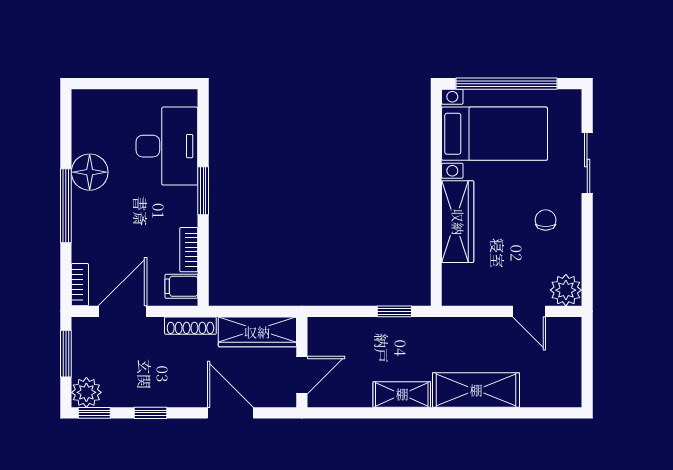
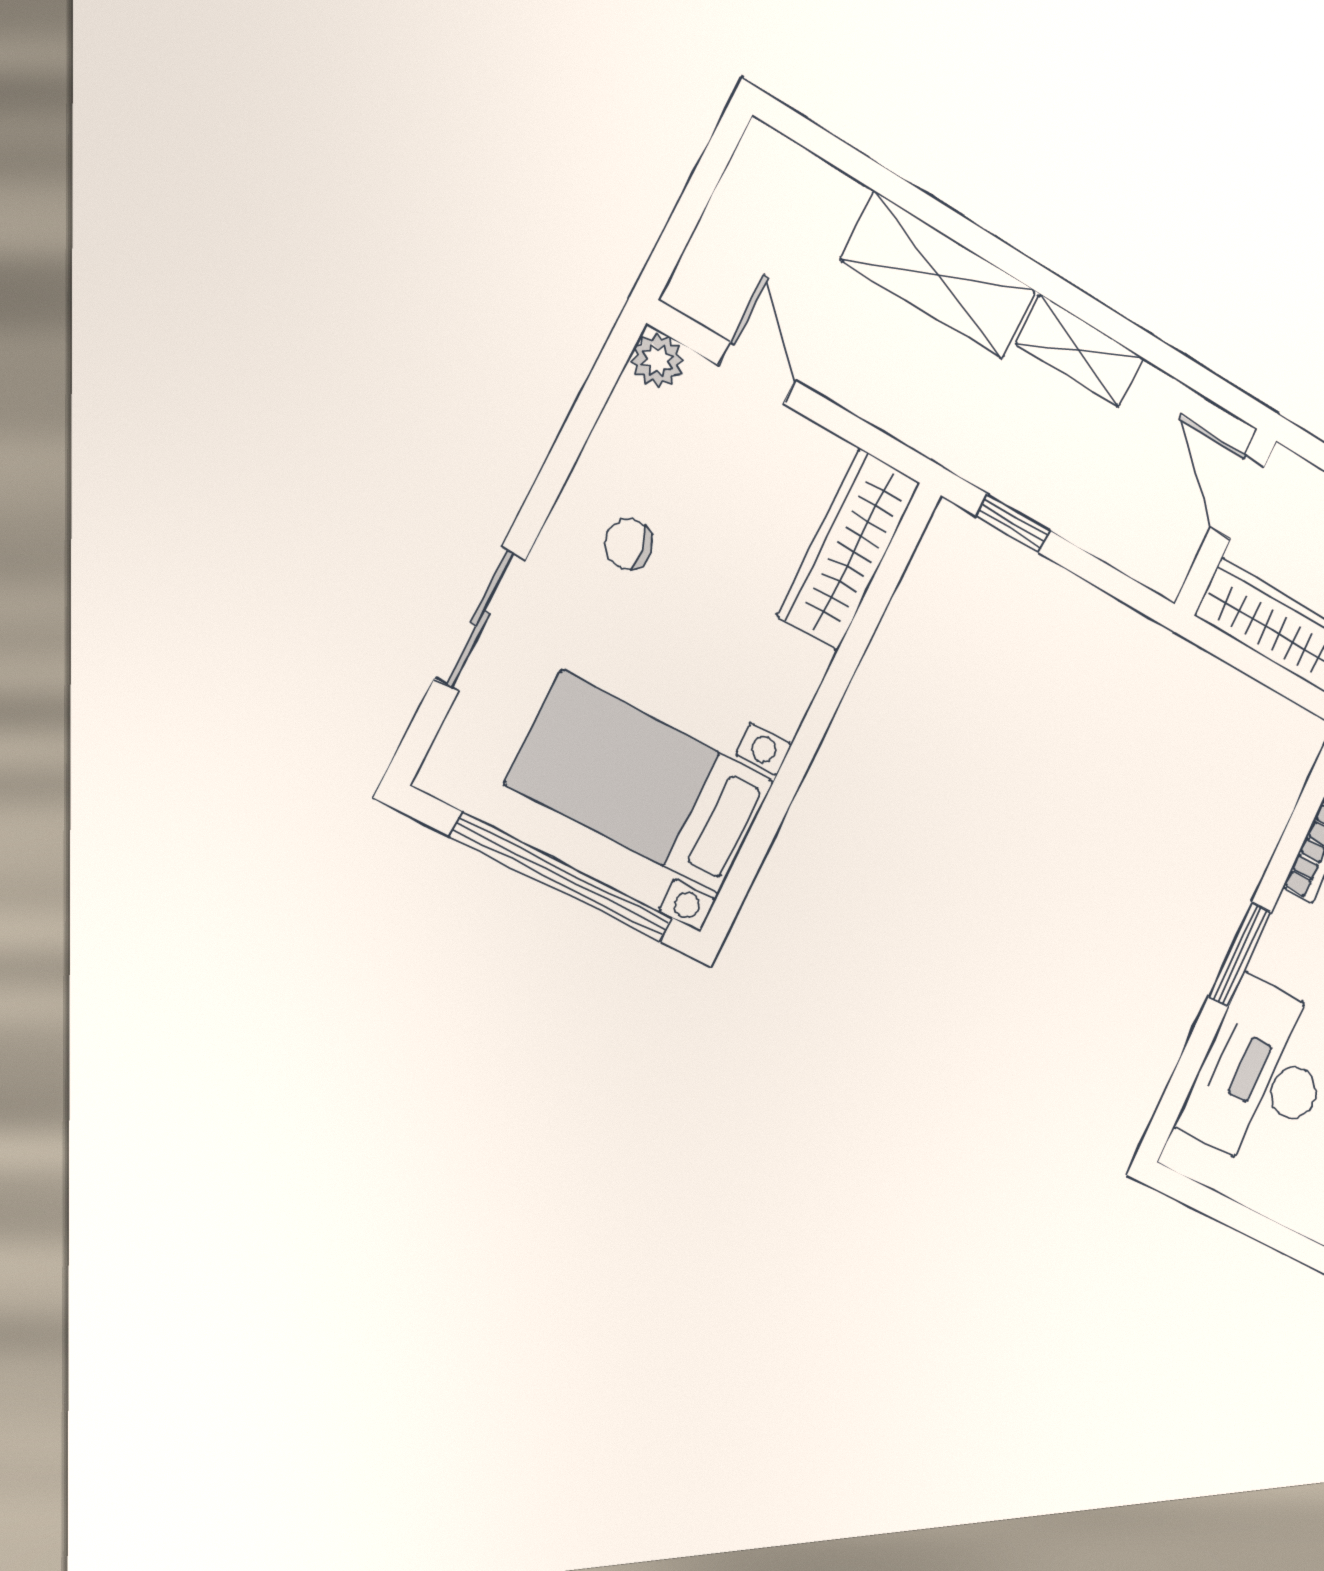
chair: (546, 220) -> (628, 544), turned 80
wardrobe: (458, 222) -> (849, 549), moved
plant: (566, 290) -> (657, 360), width x0.73, depth x0.73
door: (302, 375) -> (1238, 497), hinge flipped

